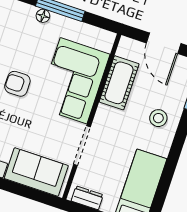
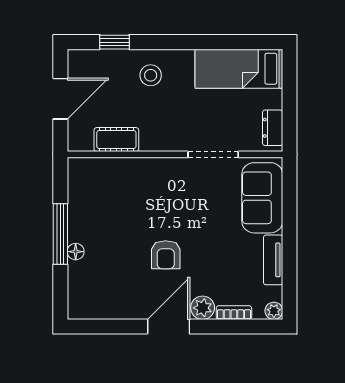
corner sofa: (74, 81) -> (140, 190), removed
cot: (119, 83) -> (116, 140), width x0.73, depth x0.75

